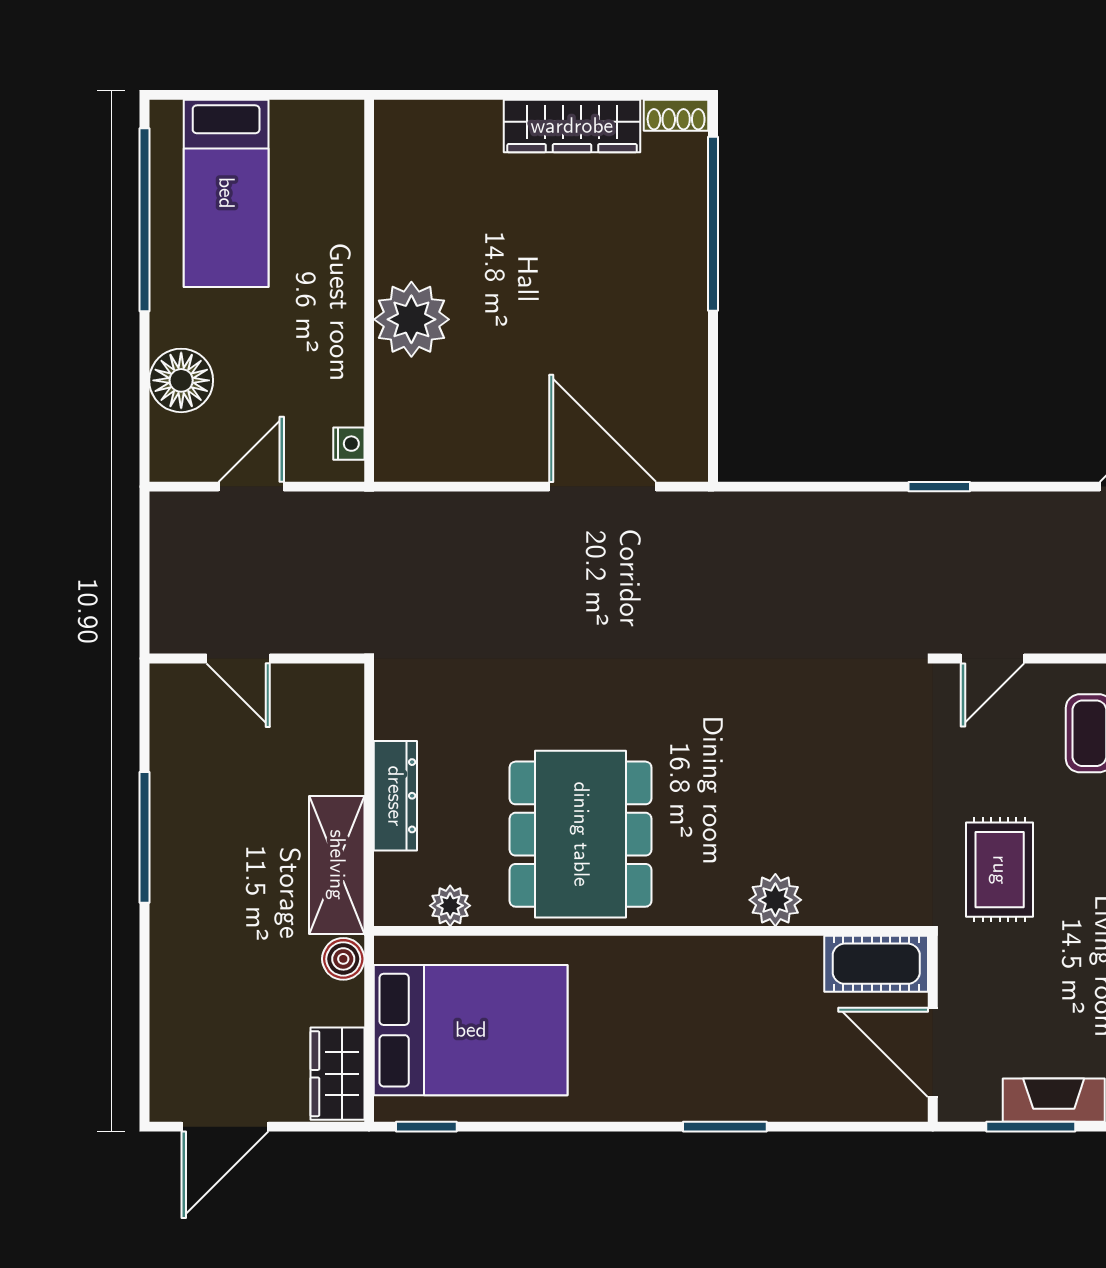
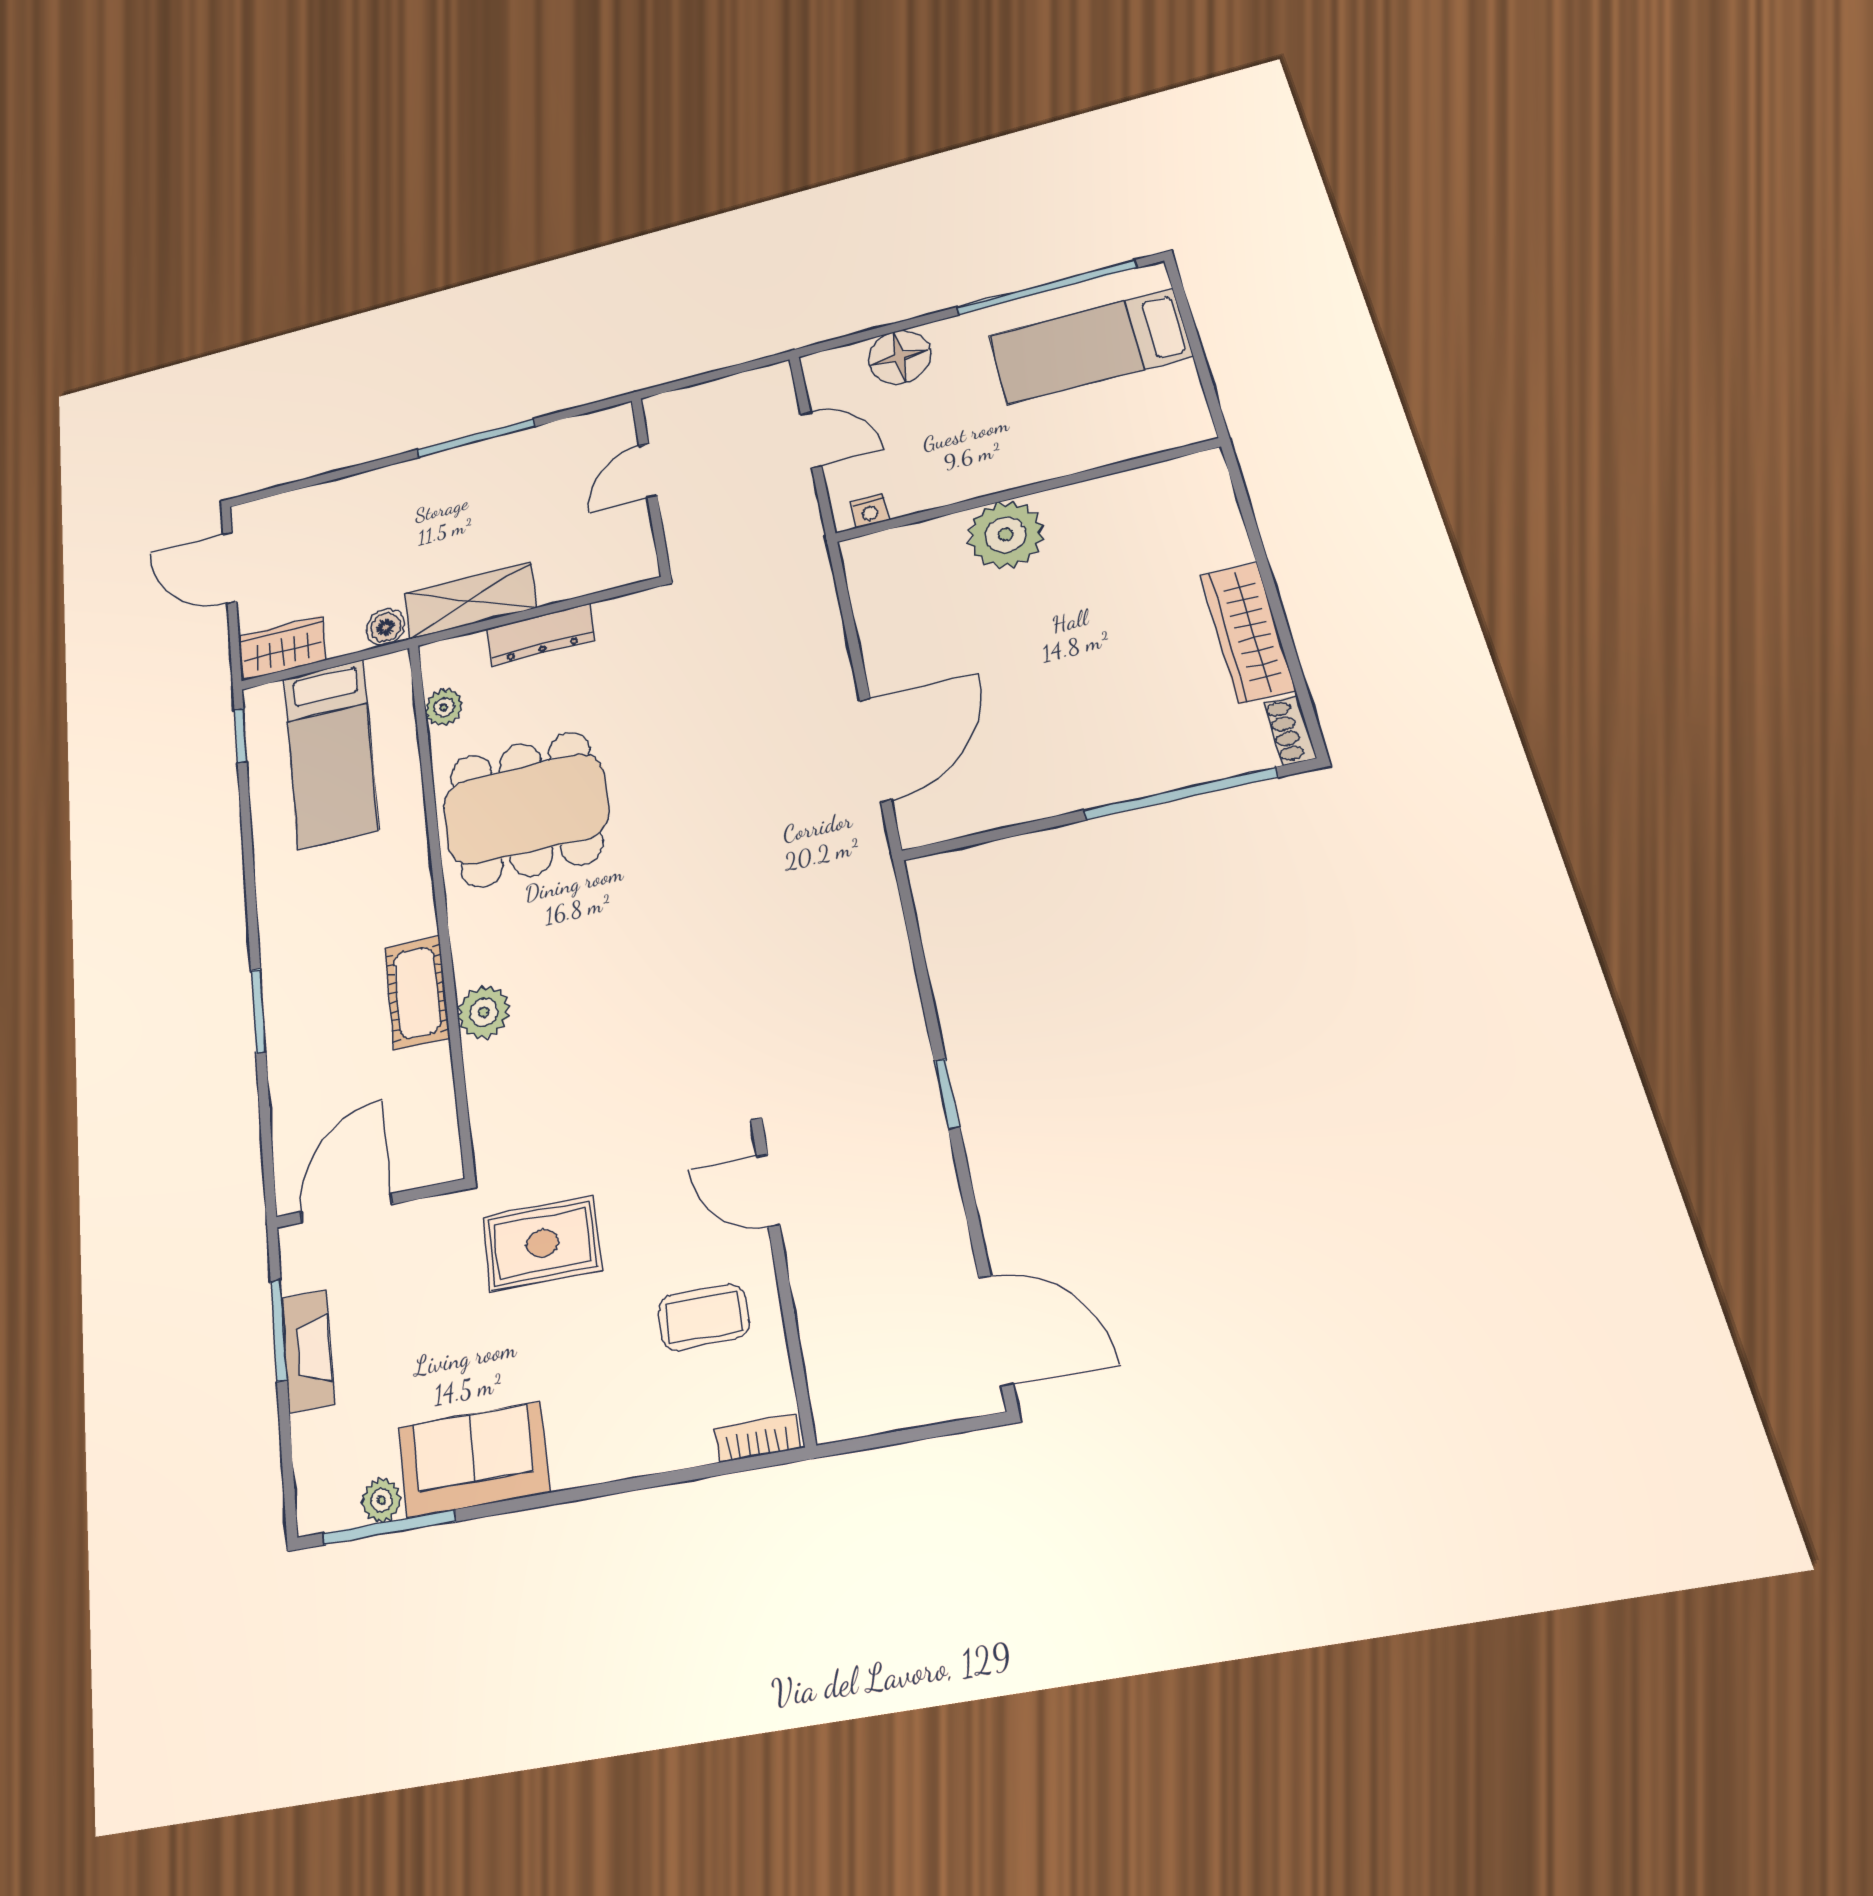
cot: (876, 964) -> (417, 992), moved
bed: (471, 1030) -> (331, 753), width x0.67

